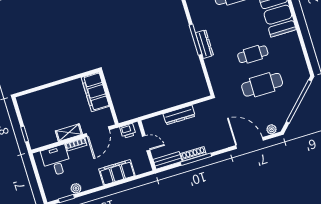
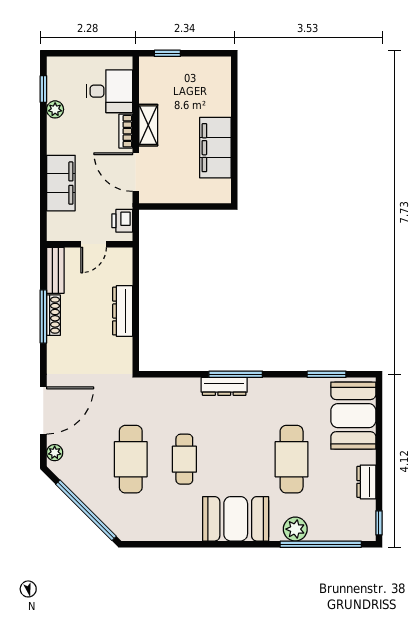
filing cabinet: (95, 92) -> (215, 148), moved, turned -90

